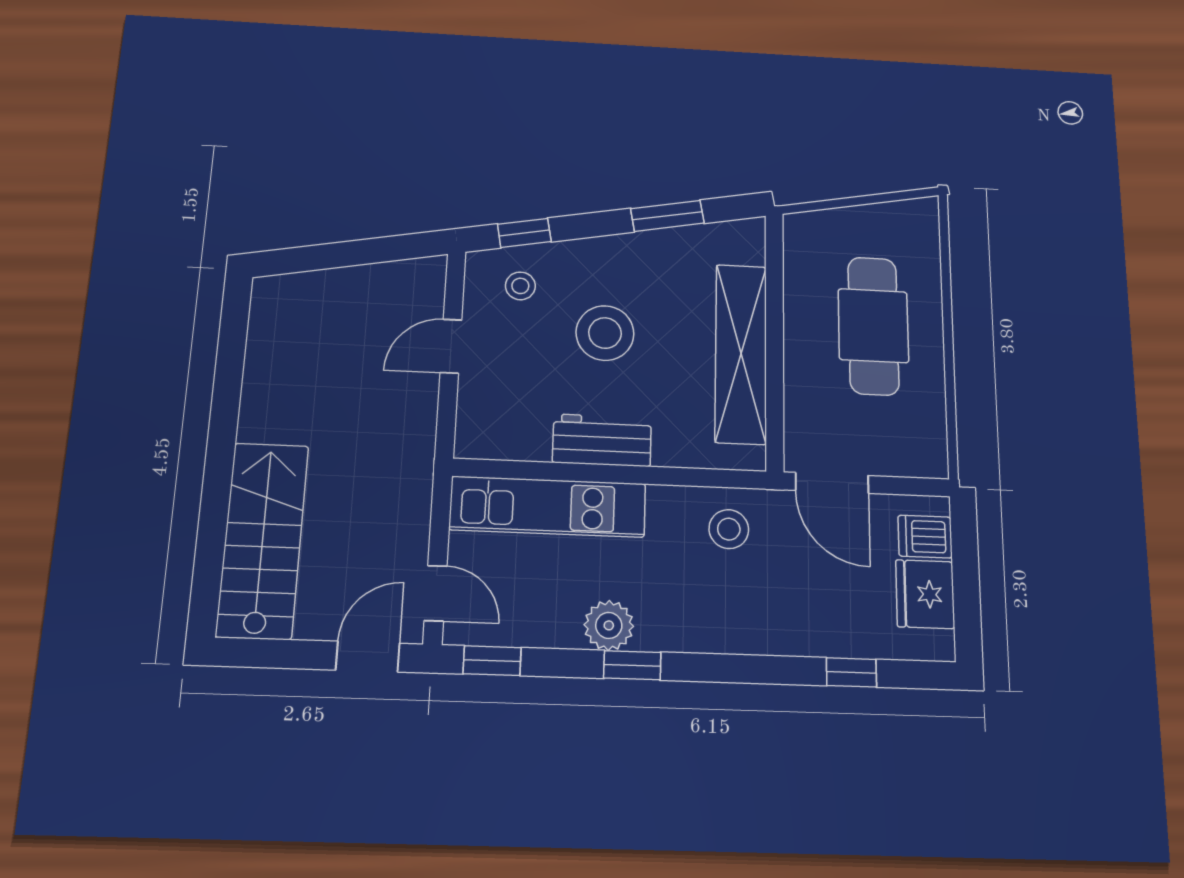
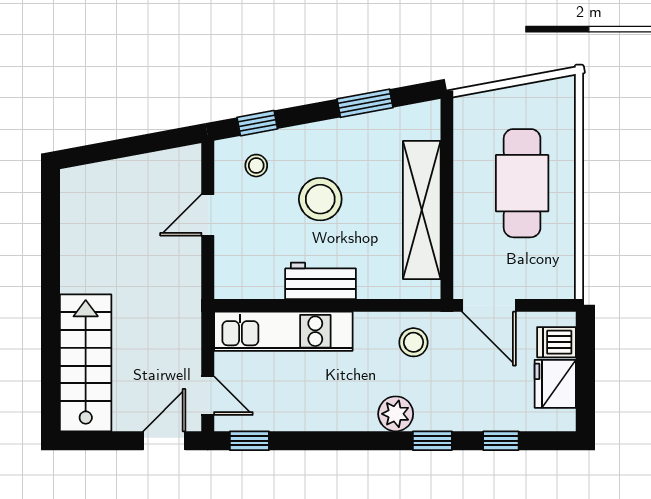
plant: (609, 625) -> (396, 414), moved
window: (632, 665) -> (432, 441), moved

